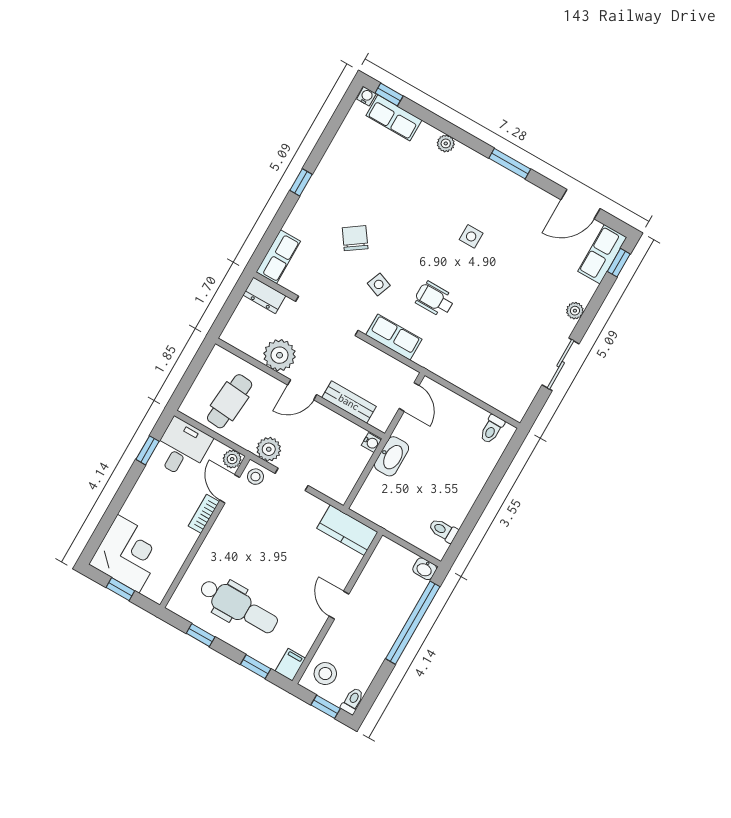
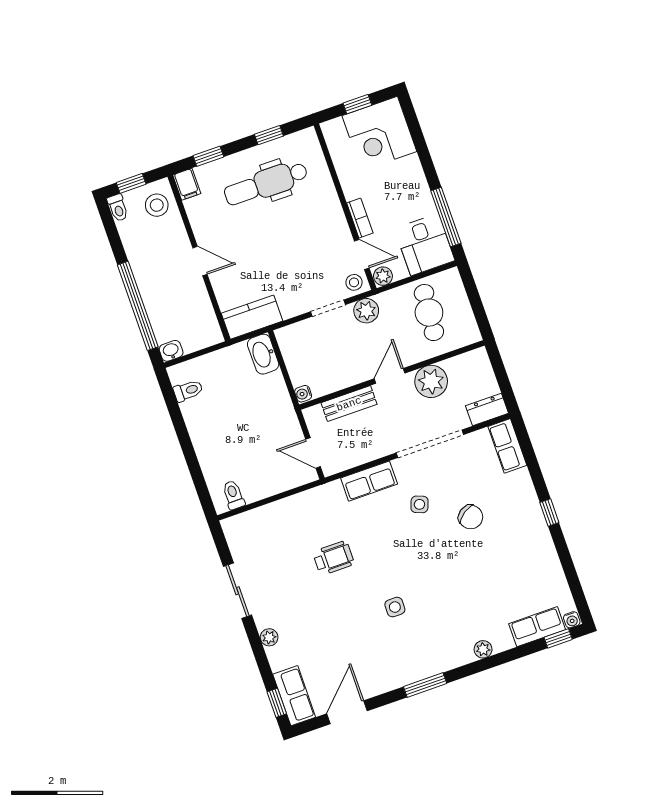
wheelchair: (434, 299) -> (333, 558), moved
window: (147, 450) -> (446, 217), width x2.17
washbasin: (392, 456) -> (263, 354), moved

